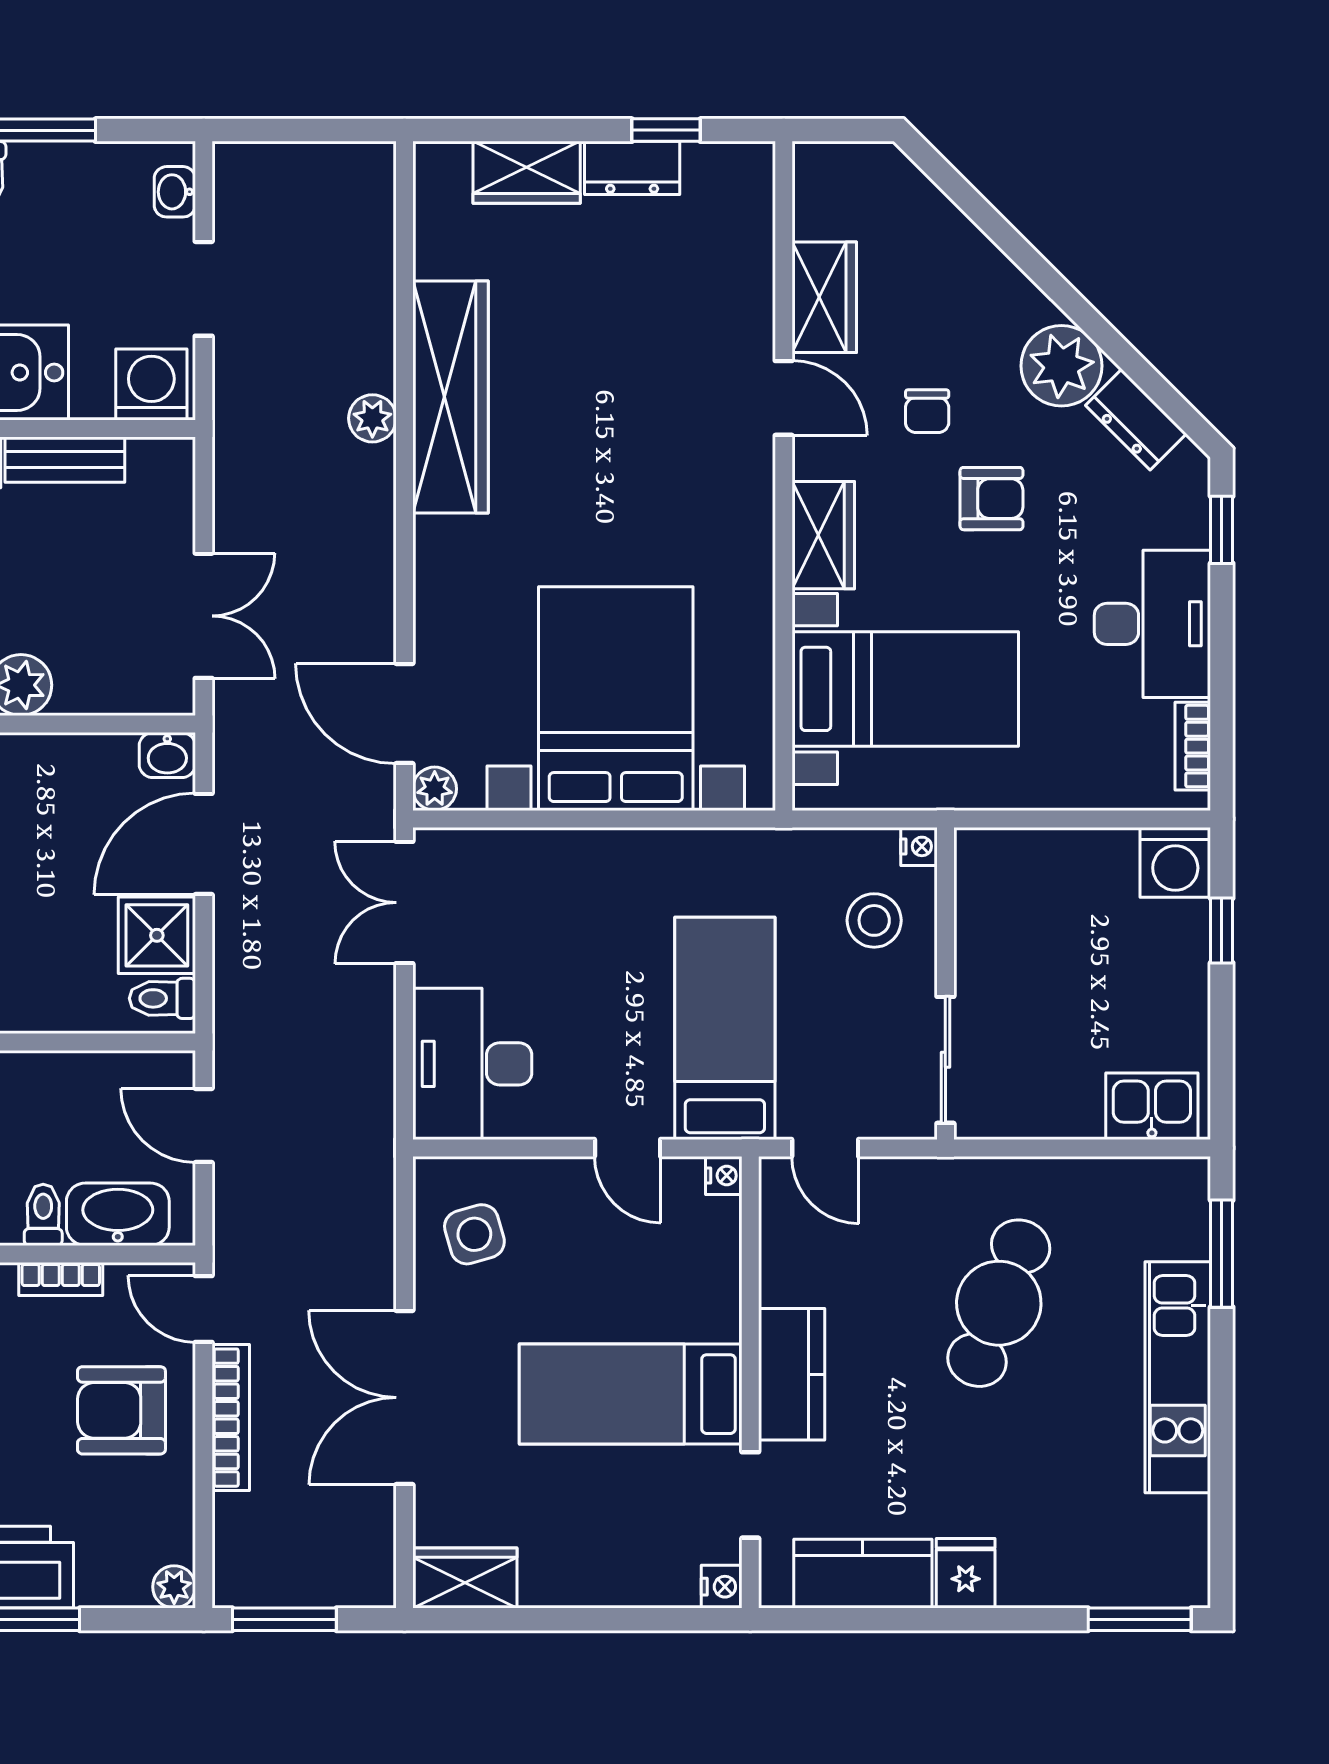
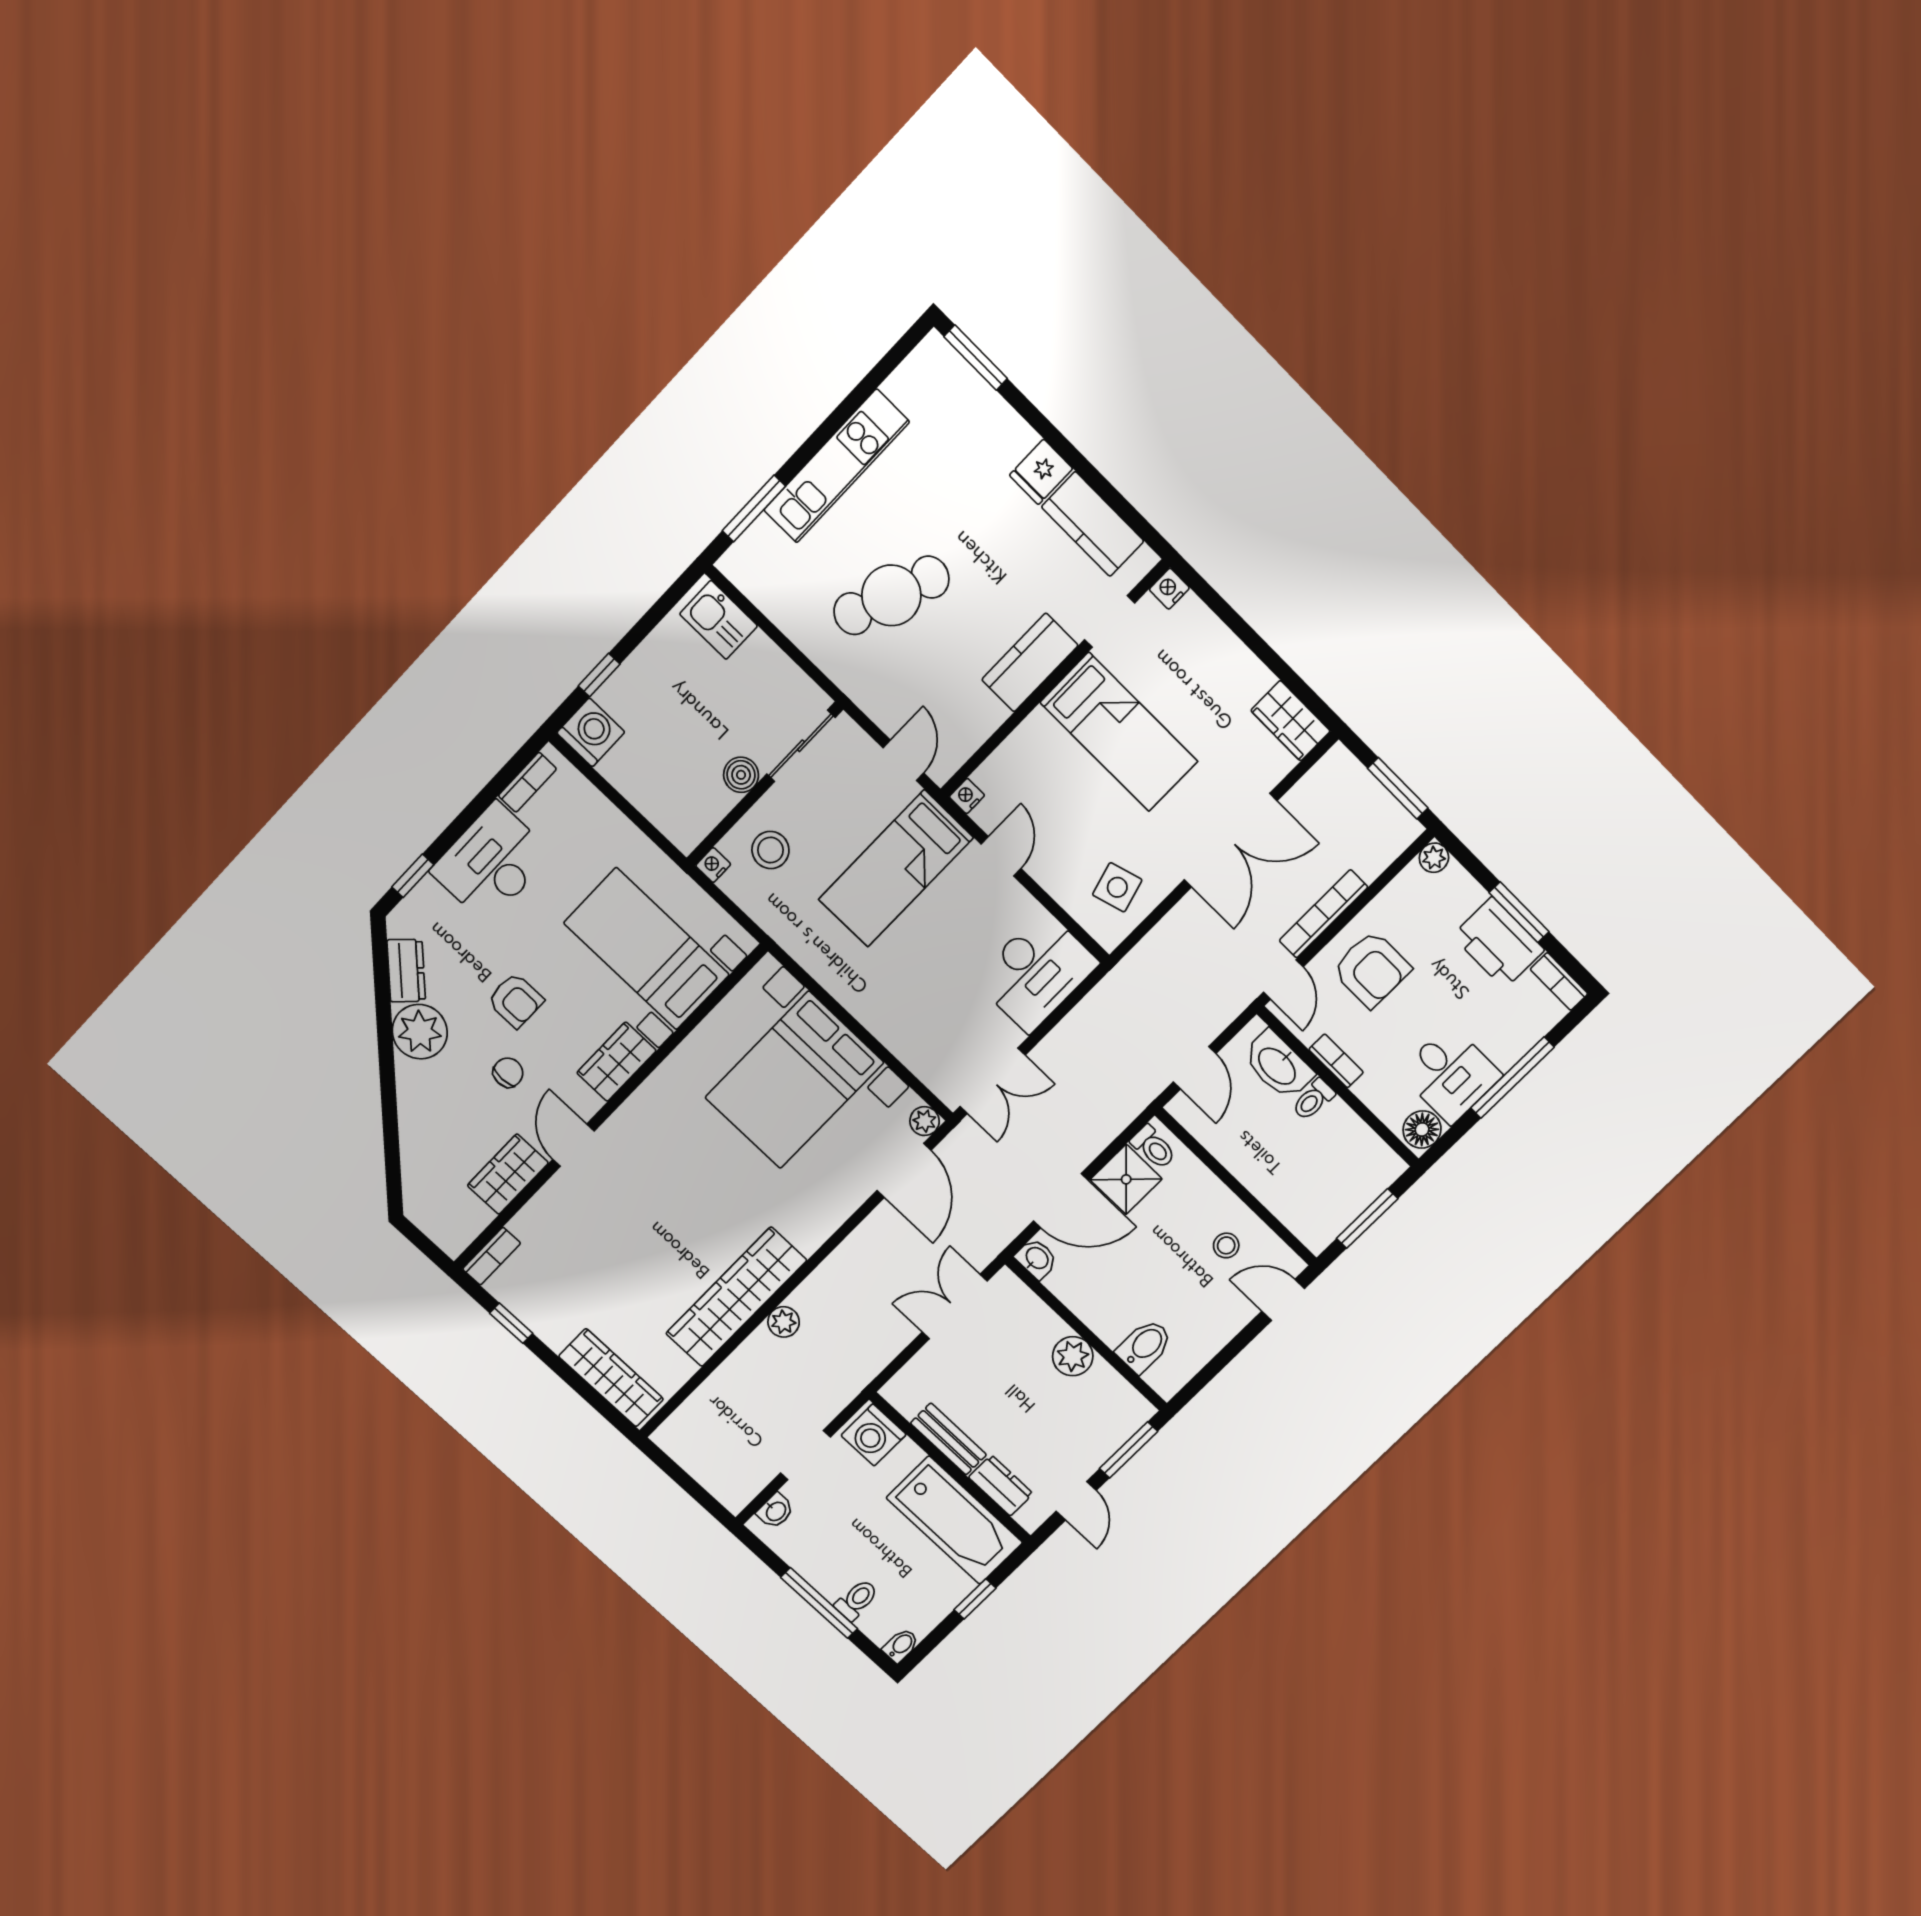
dresser: (632, 168) -> (545, 1321), removed
wardrobe: (527, 172) -> (611, 1378), width x1.50
bookcase: (757, 187) -> (492, 1256), added
armchair: (992, 499) -> (515, 1000), turned 180
boiler: (979, 969) -> (741, 775), added

